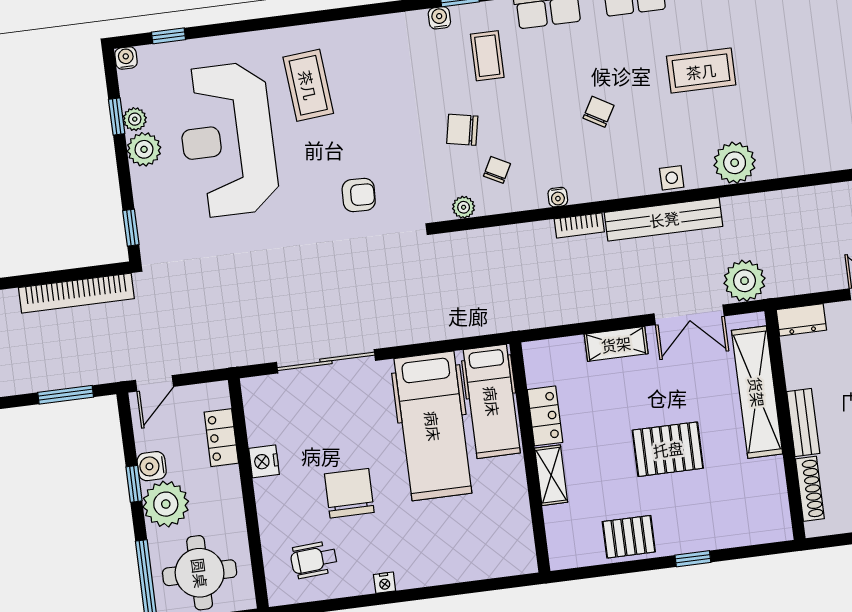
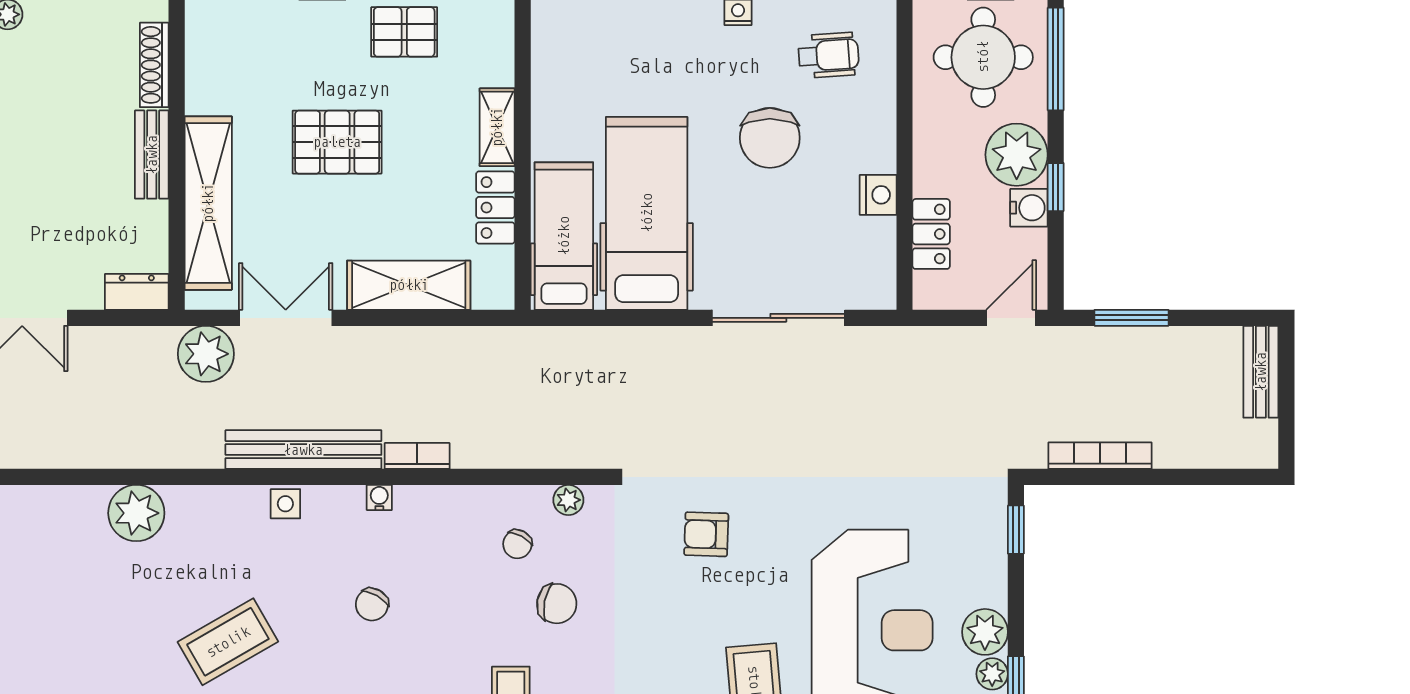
coffee table: (701, 71) -> (228, 642), turned -30
plant: (735, 163) -> (136, 513), moved
water cooler: (558, 197) -> (379, 497), moved
bookcase: (76, 293) -> (1100, 456), width x0.68, depth x0.76
shelving: (616, 344) -> (409, 285), width x1.50, depth x1.33

